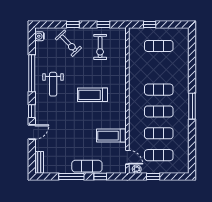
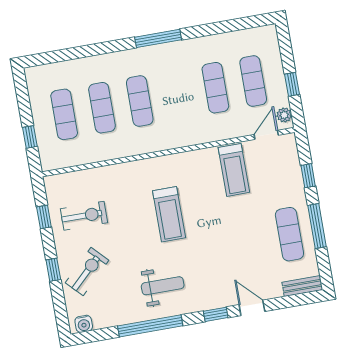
exercise mat: (159, 111) -> (102, 108), moved
exercise mat: (87, 166) -> (289, 234), moved

